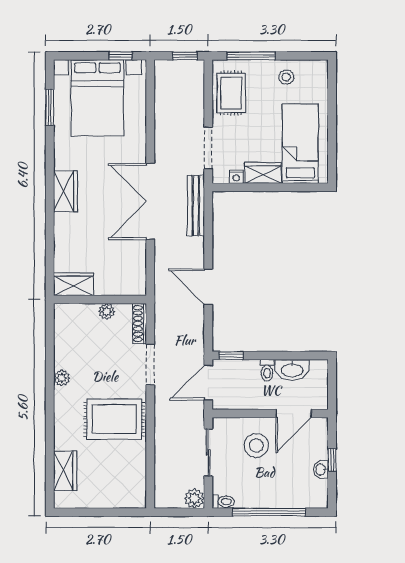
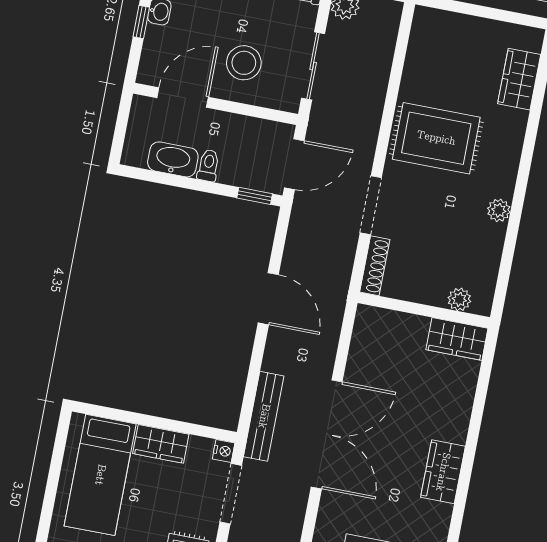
nightstand: (236, 177) -> (224, 451), moved, turned 90
plant: (107, 312) -> (459, 299), moved

